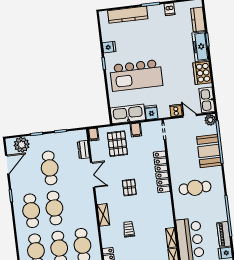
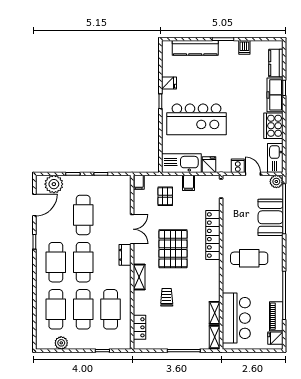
pallet: (117, 144) -> (165, 196), width x0.67, depth x0.71
dresser: (83, 150) -> (125, 255), moved
pallet: (129, 187) -> (173, 249), width x2.05, depth x2.00

